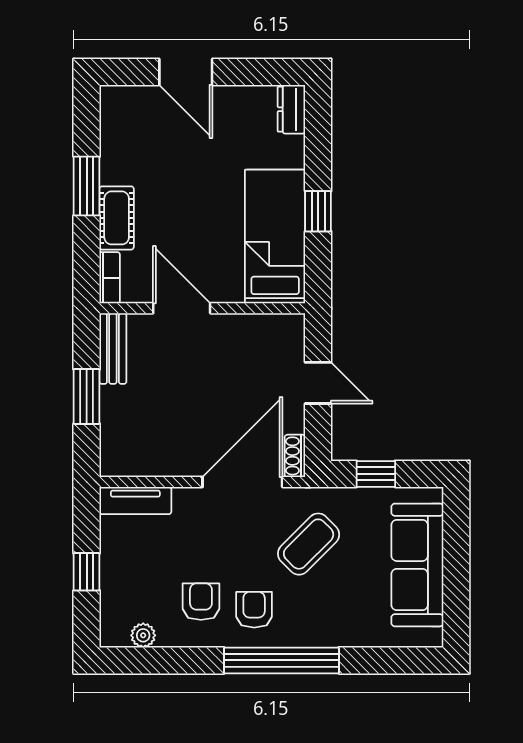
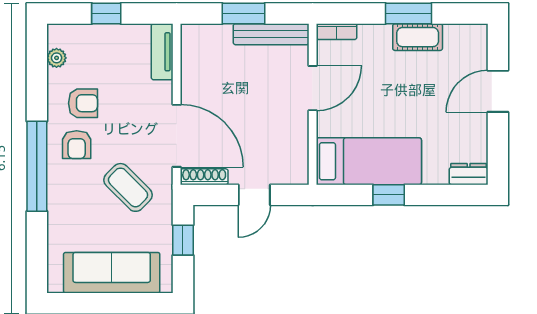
cot: (117, 218) -> (418, 37), moved
bench: (113, 348) -> (271, 34), width x1.36
shoe rack: (295, 456) -> (204, 177), width x1.43
armchair: (254, 610) -> (77, 145), turned 90

